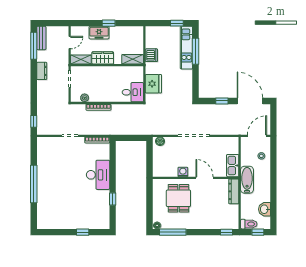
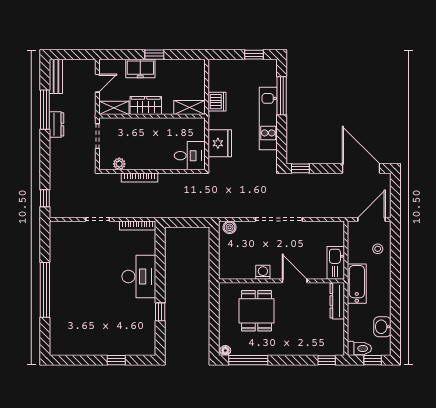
window: (34, 46) -> (45, 110), moved
kitchen unit: (186, 48) -> (268, 119), moved
window: (222, 101) -> (300, 168), moved

